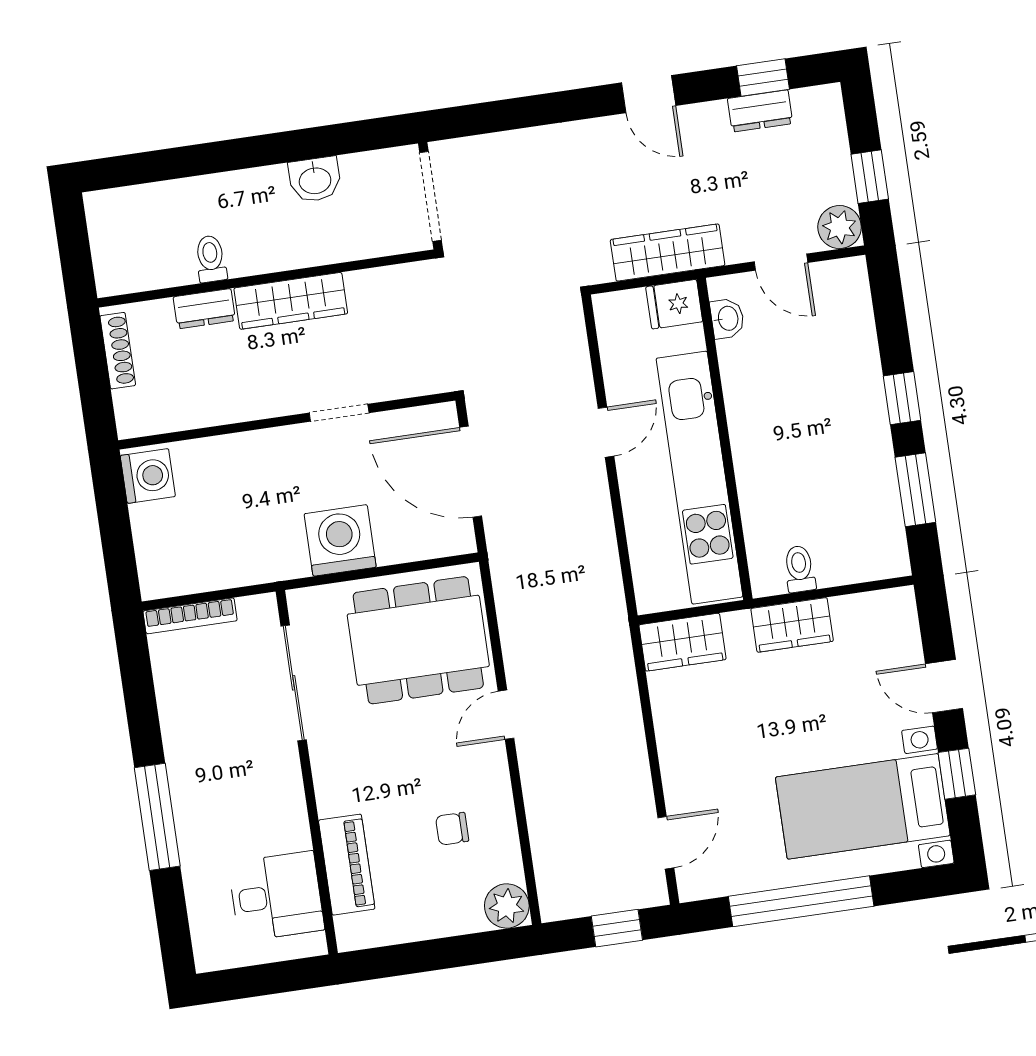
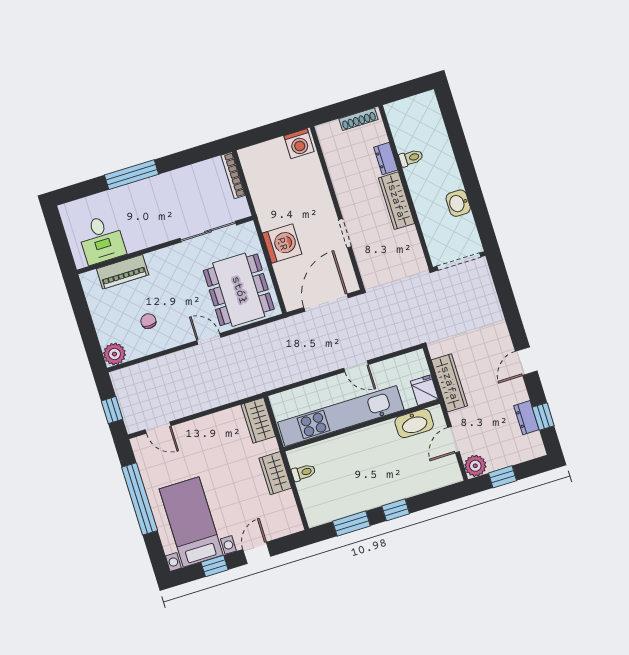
washbasin: (727, 318) -> (414, 423), width x1.91, depth x1.45

